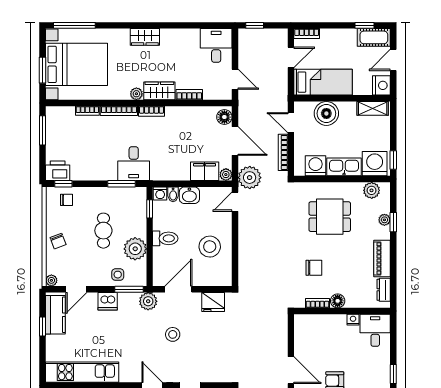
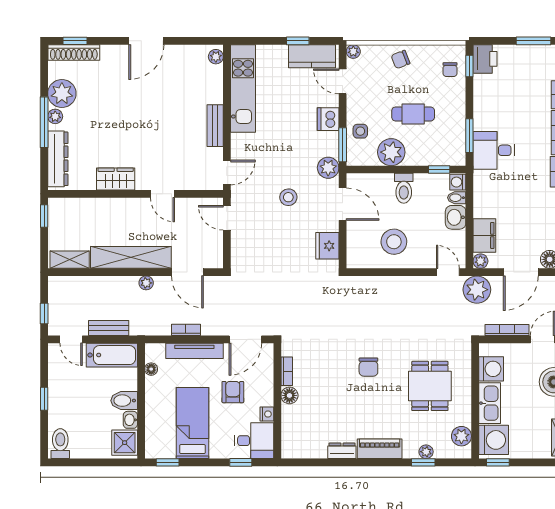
floor lamp: (338, 301) -> (289, 395), moved
bookcase: (317, 303) -> (287, 371), moved
wall: (342, 311) -> (277, 401), moved
nightstand: (353, 320) -> (267, 414), moved
desk: (375, 330) -> (254, 441), moved

